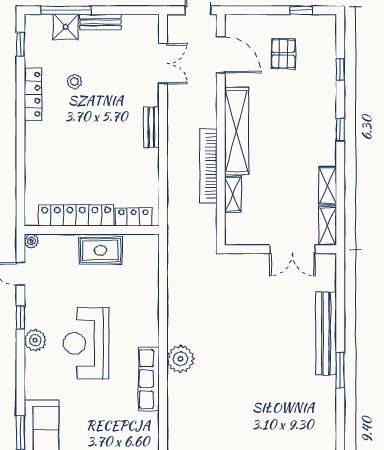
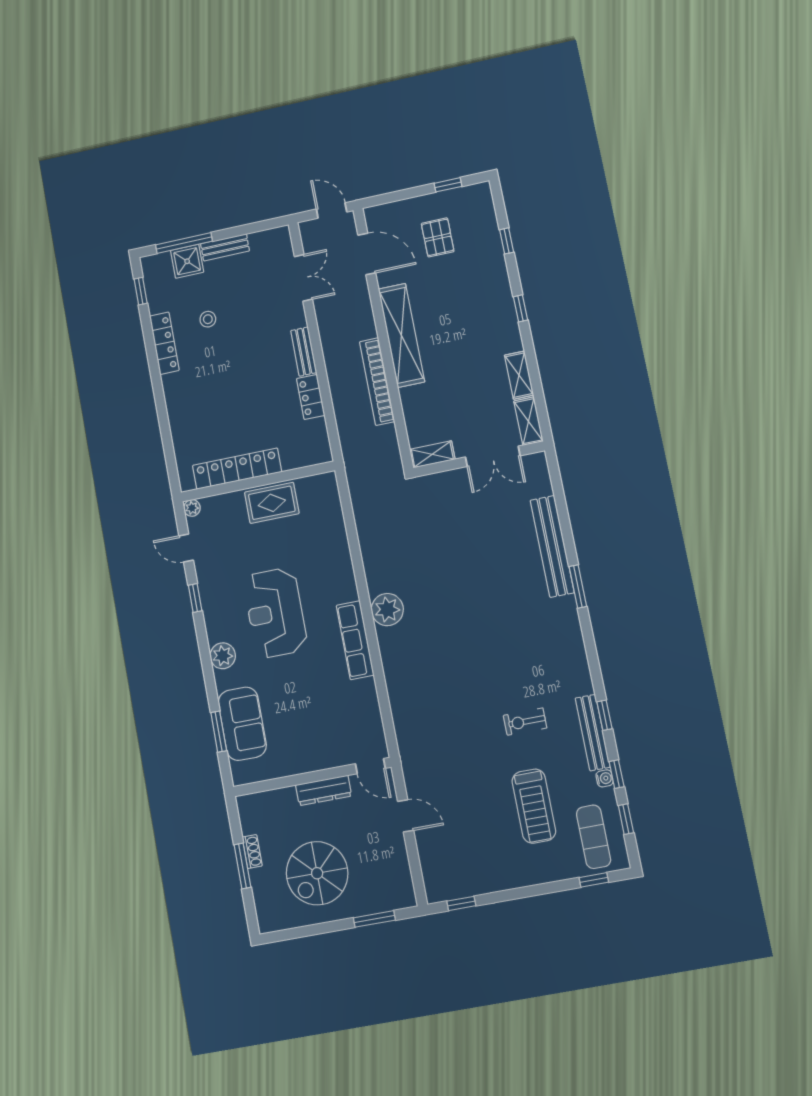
shelving: (233, 195) -> (432, 454), moved, turned 90
locker: (133, 217) -> (311, 397), moved, turned -90
plant: (35, 340) -> (223, 656), moved

